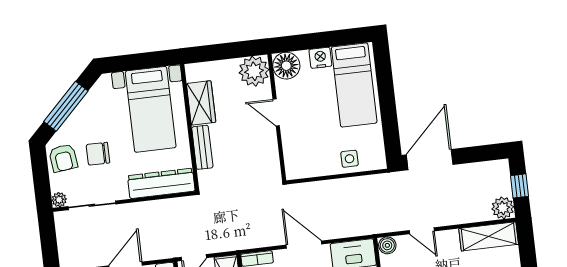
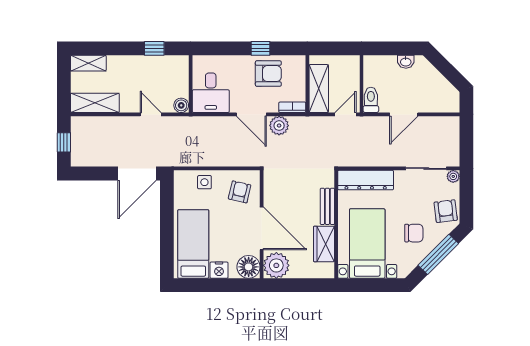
door: (276, 113) -> (262, 228), width x1.88
armchair: (307, 152) -> (240, 192), added
chair: (98, 154) -> (414, 233), moved
plant: (503, 208) -> (279, 126), moved

